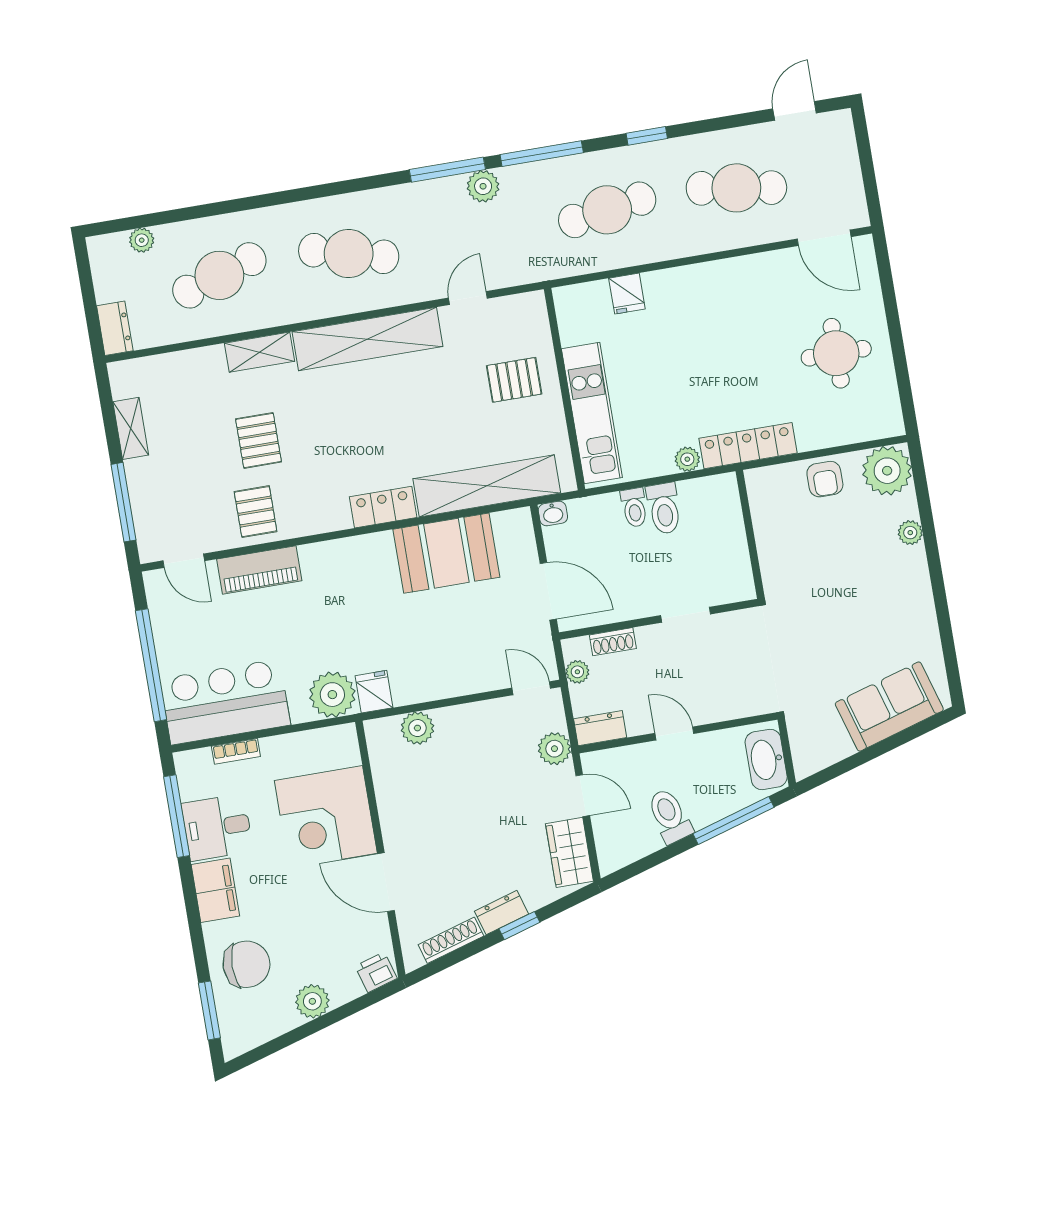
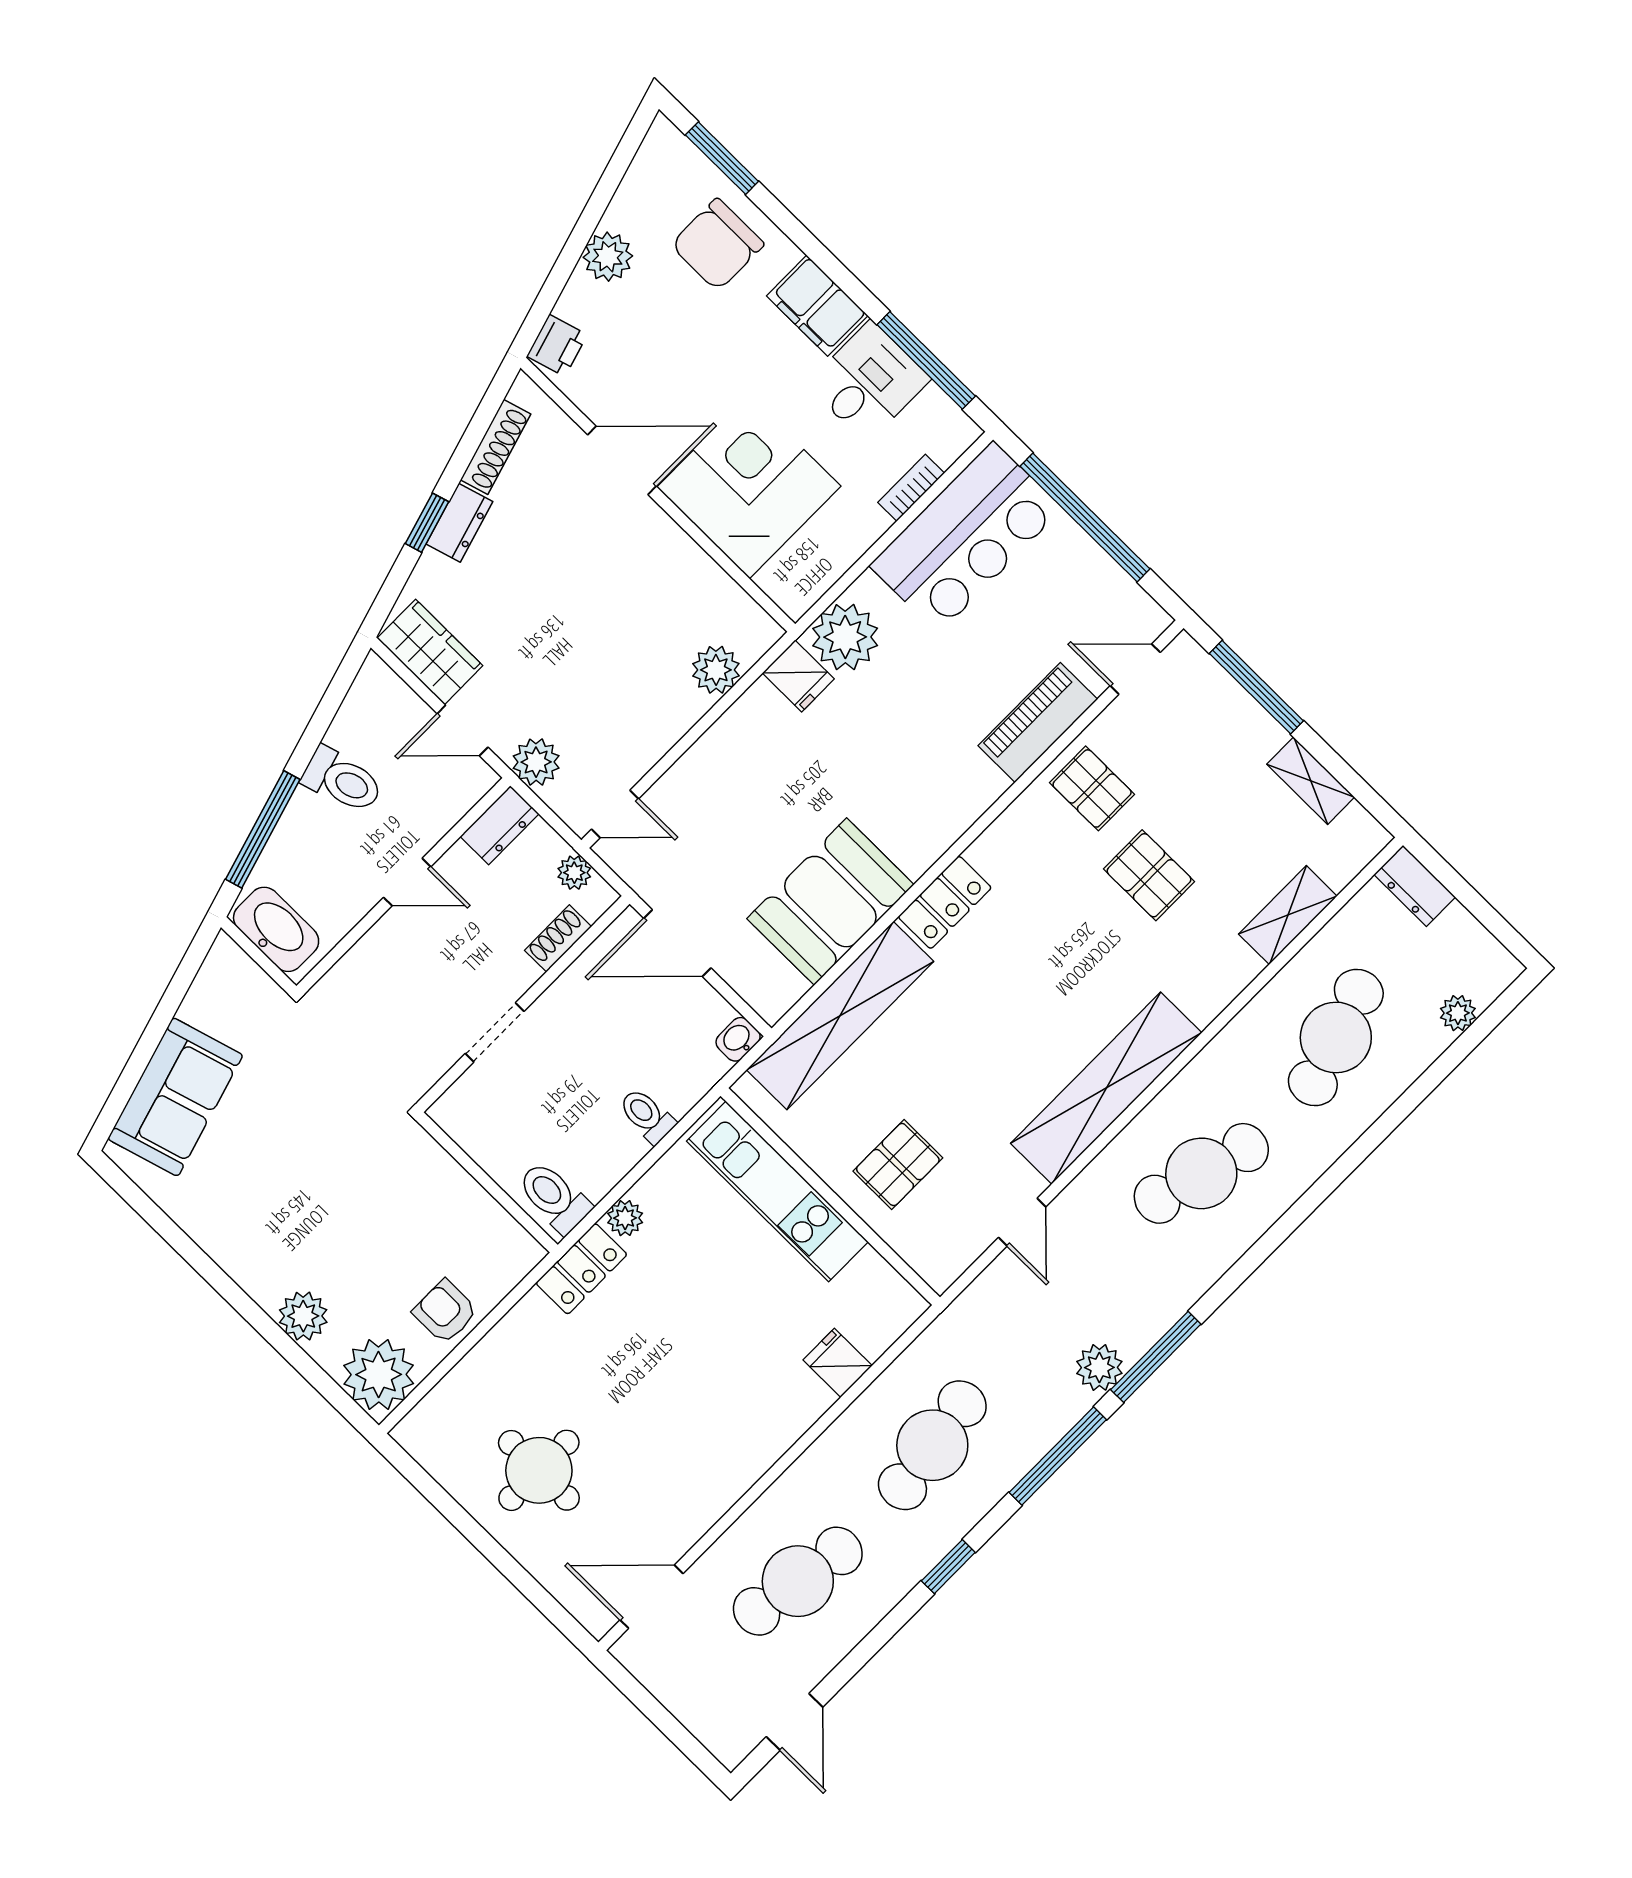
shelving: (259, 352) -> (1288, 915), moved
locker: (748, 446) -> (581, 1269), width x0.66
toilet: (664, 508) -> (554, 1197), moved
plant: (910, 533) -> (303, 1316), width x1.38, depth x1.38

